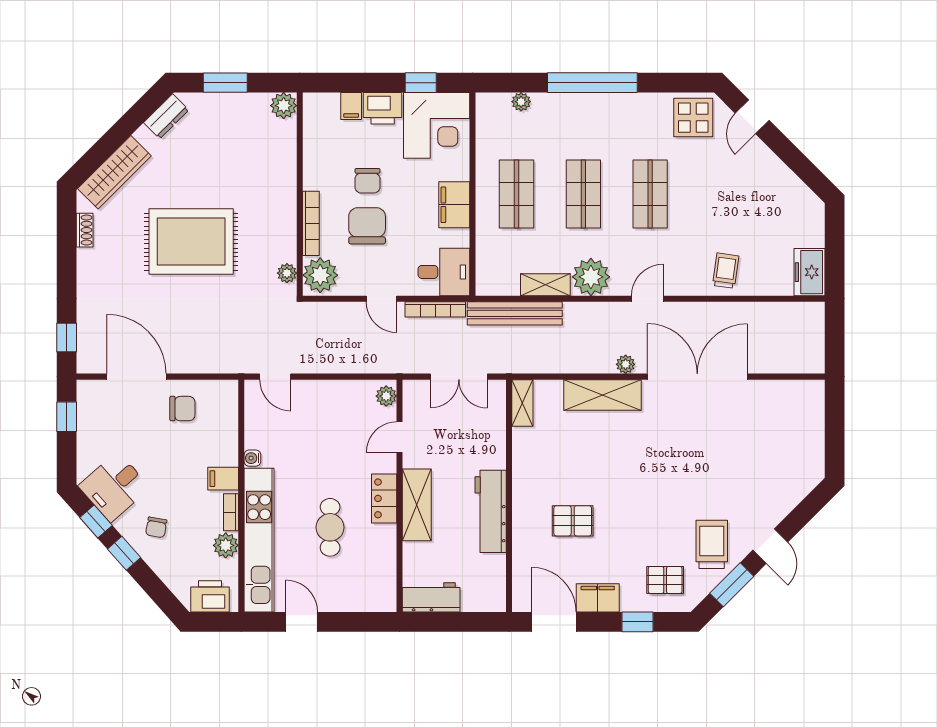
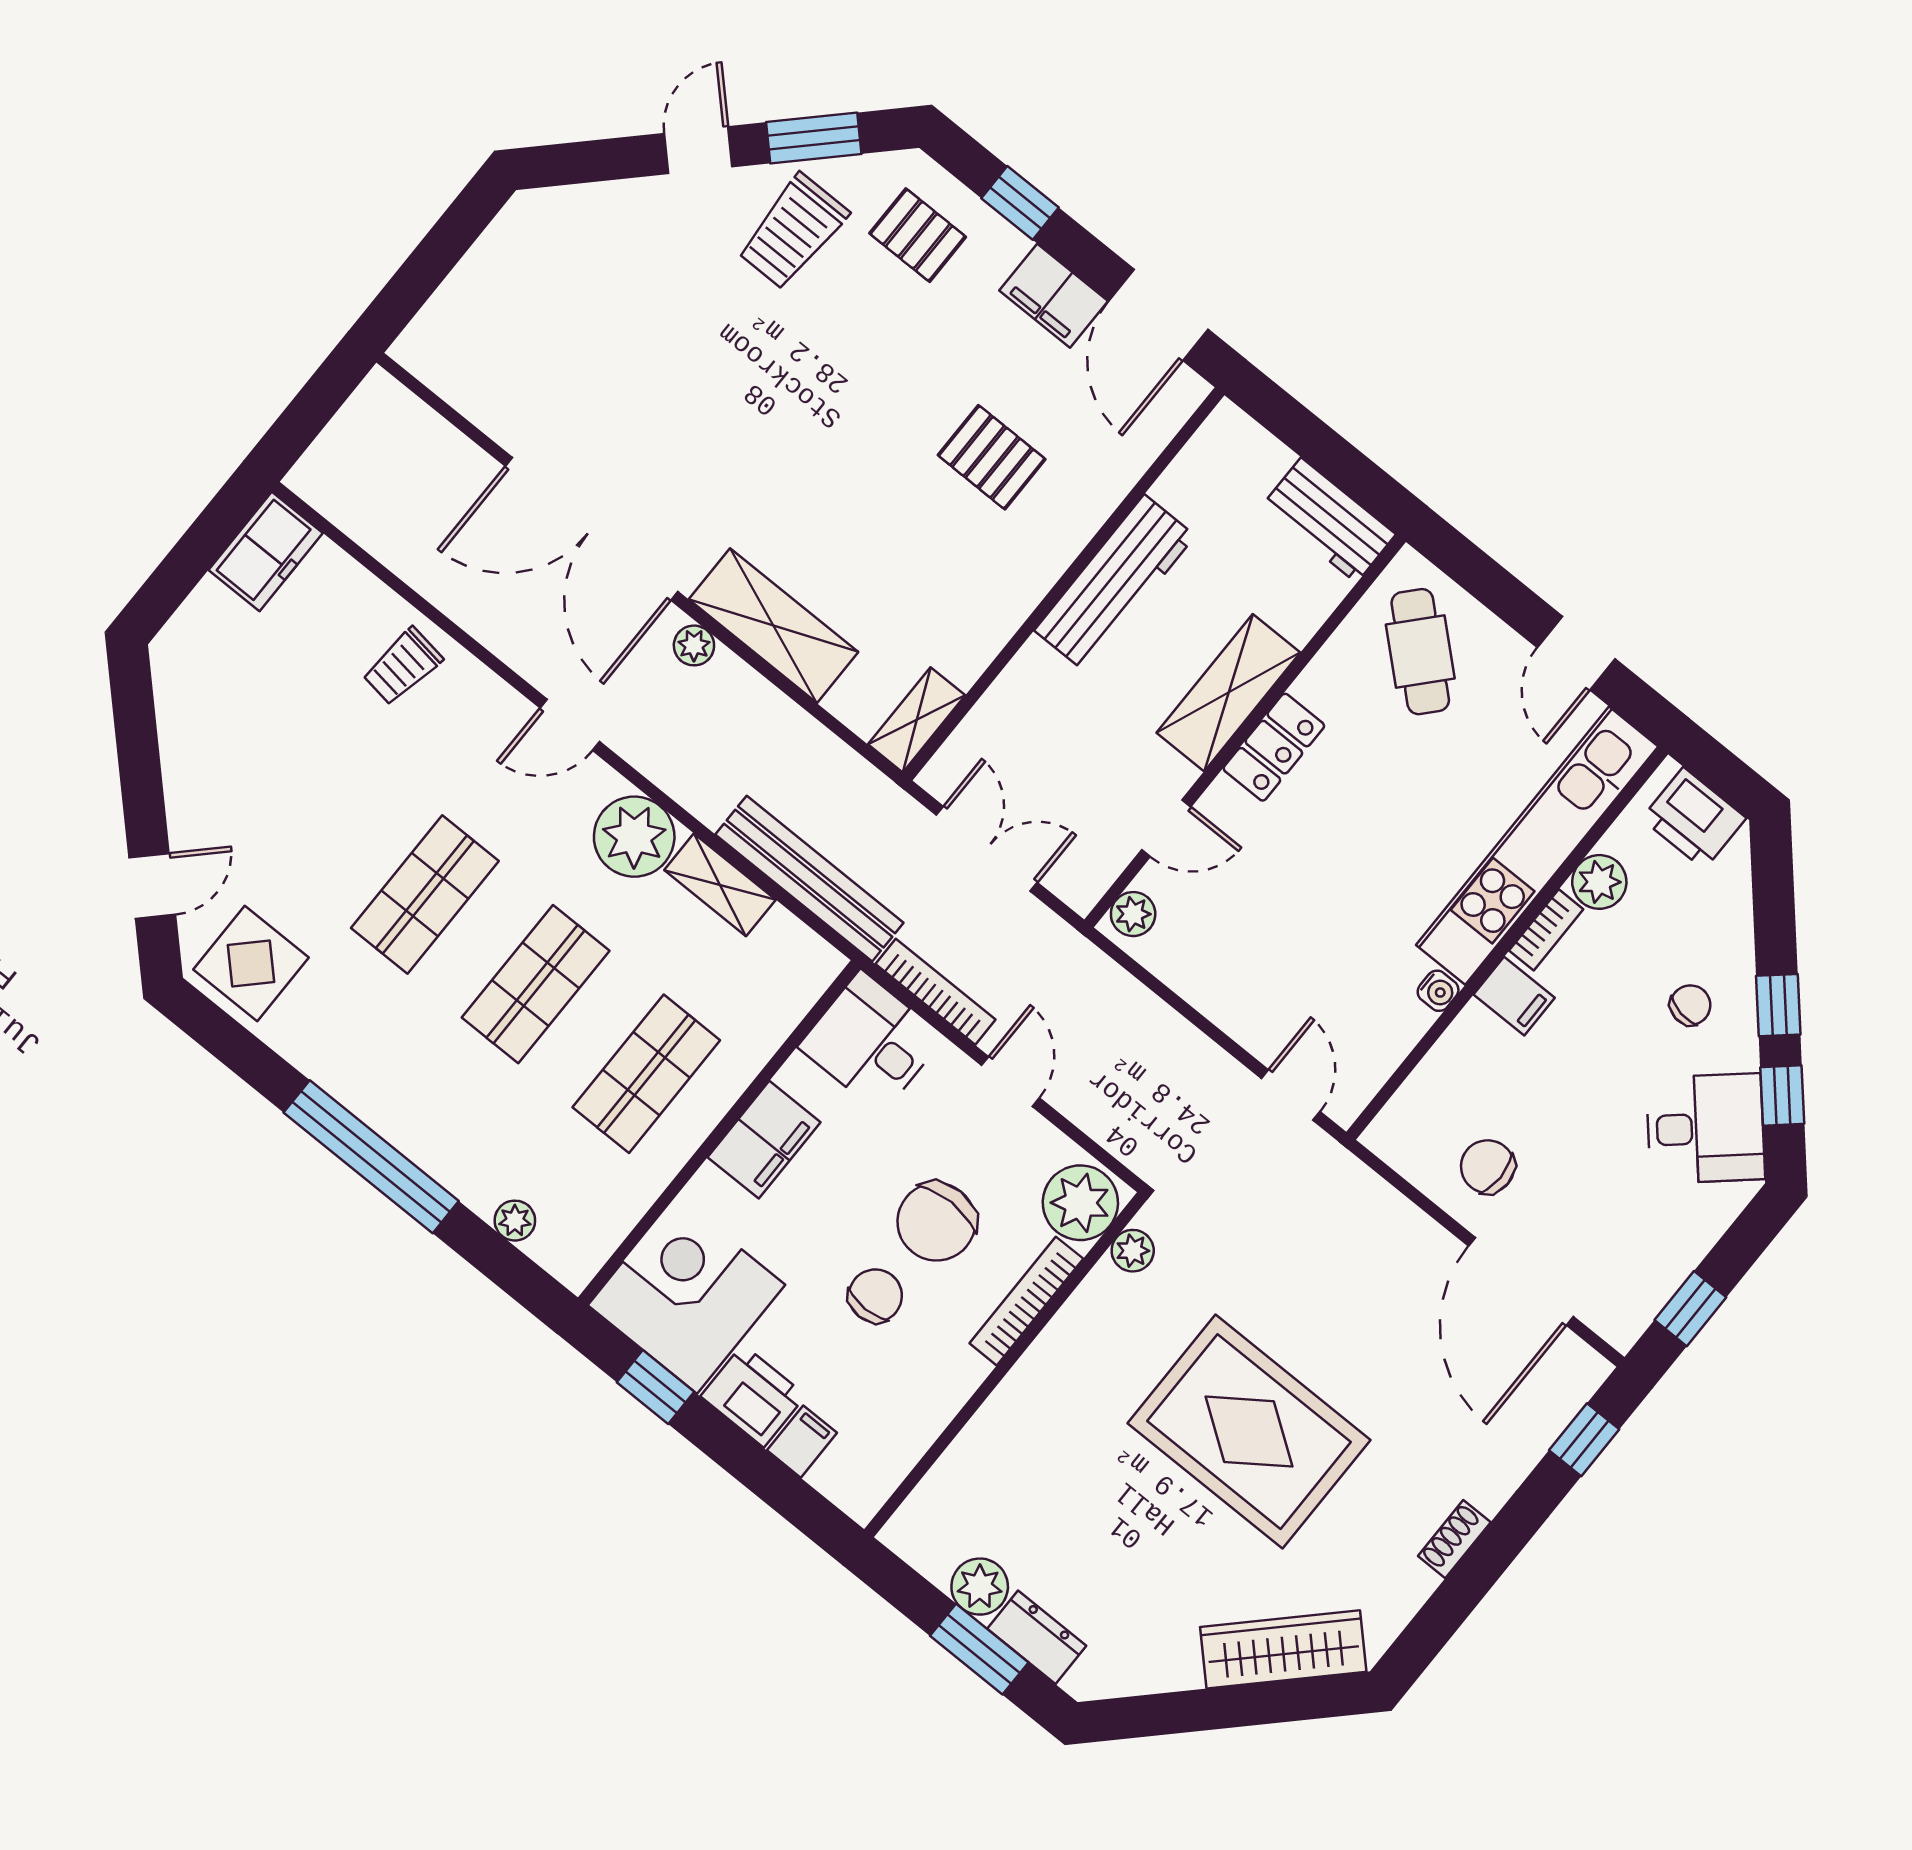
plant: (284, 106) -> (980, 1587), moved
dresser: (166, 116) -> (1037, 1637), moved, turned 45
shoe rack: (85, 230) -> (1454, 1539), moved
cafe table: (330, 527) -> (1420, 652), moved, turned -48

